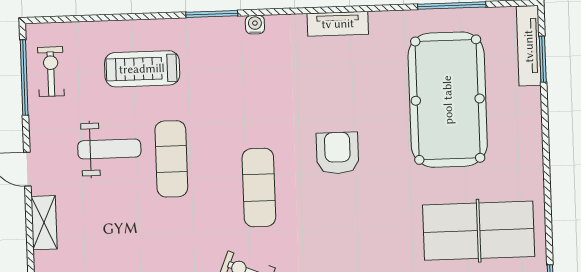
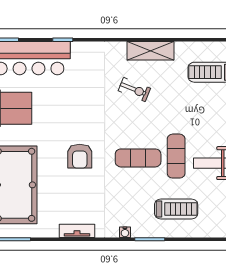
treadmill: (142, 69) -> (176, 209), moved
exercise mat: (259, 188) -> (138, 158), moved, turned 90

